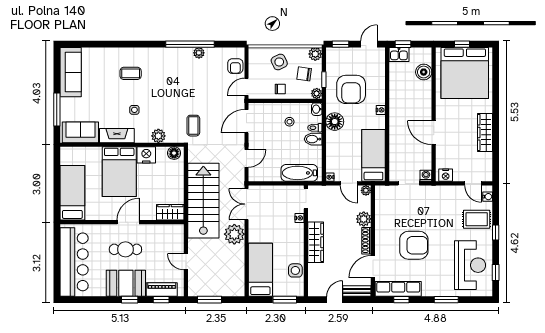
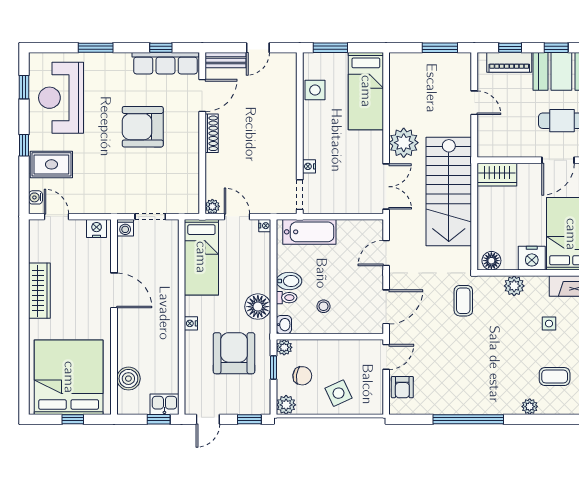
plant: (199, 53) -> (530, 407), moved
armchair: (235, 66) -> (402, 387), turned 180
chair: (280, 89) -> (337, 354), removed
plant: (364, 219) -> (216, 165), removed
wardrobe: (316, 242) -> (286, 131), removed

